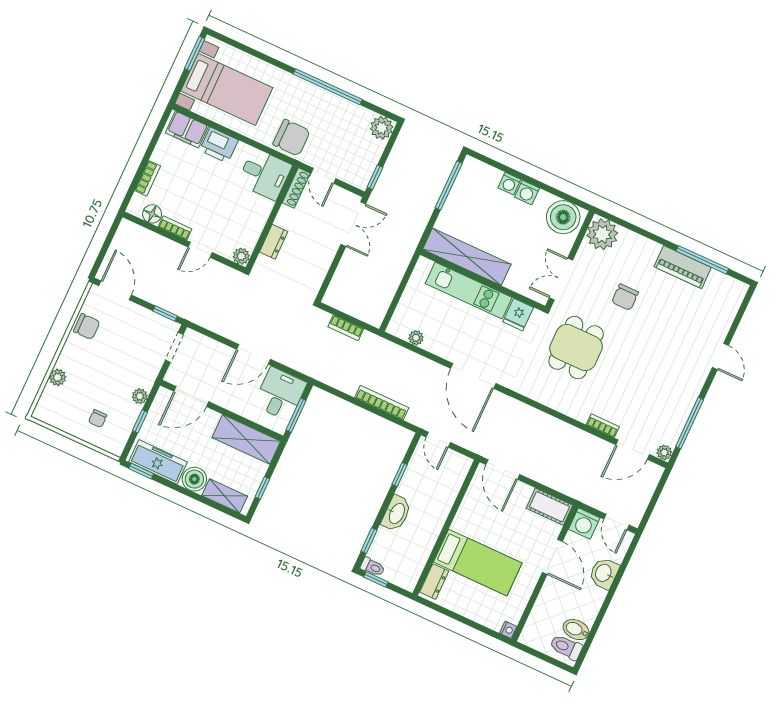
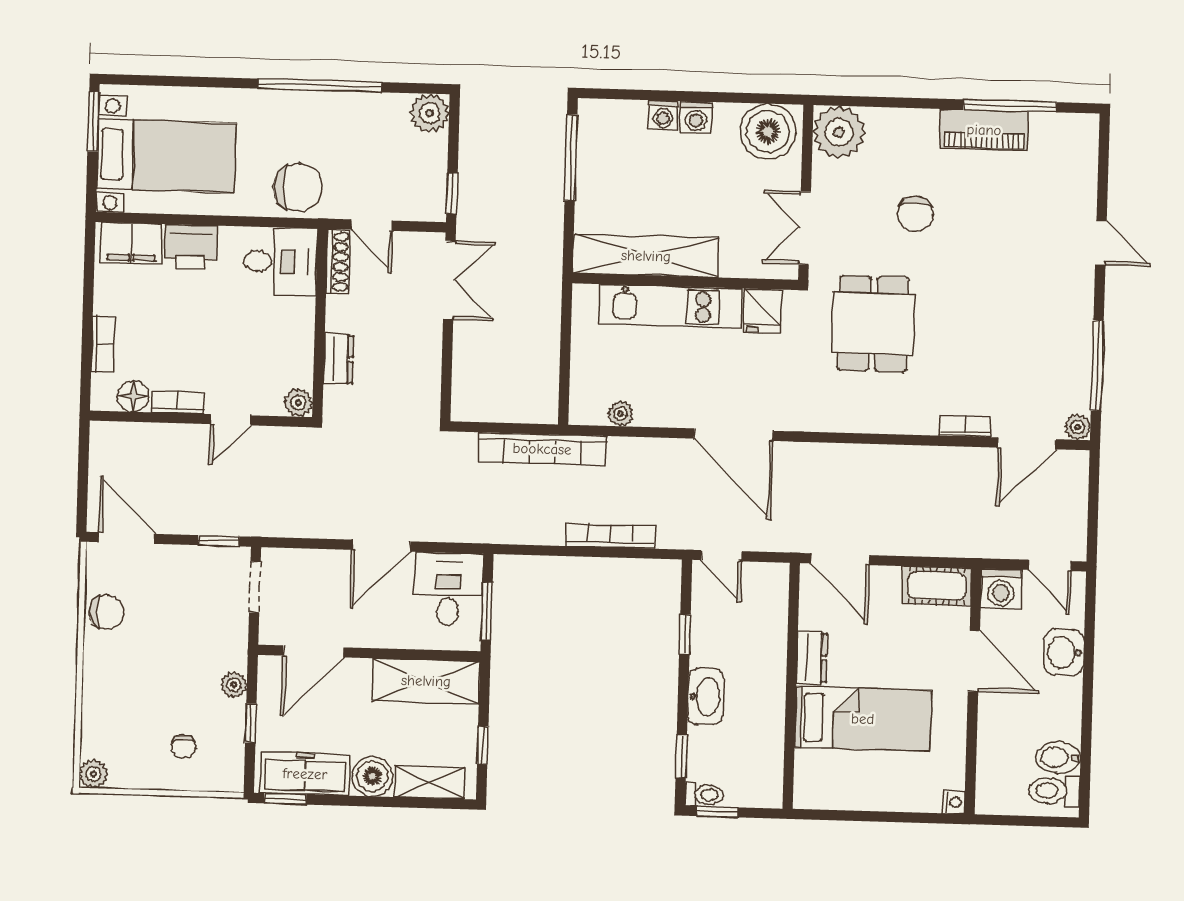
bookcase: (346, 328) -> (542, 449), width x2.31, depth x1.31
plant: (58, 377) -> (93, 774), moved
dresser: (434, 582) -> (812, 658), moved

